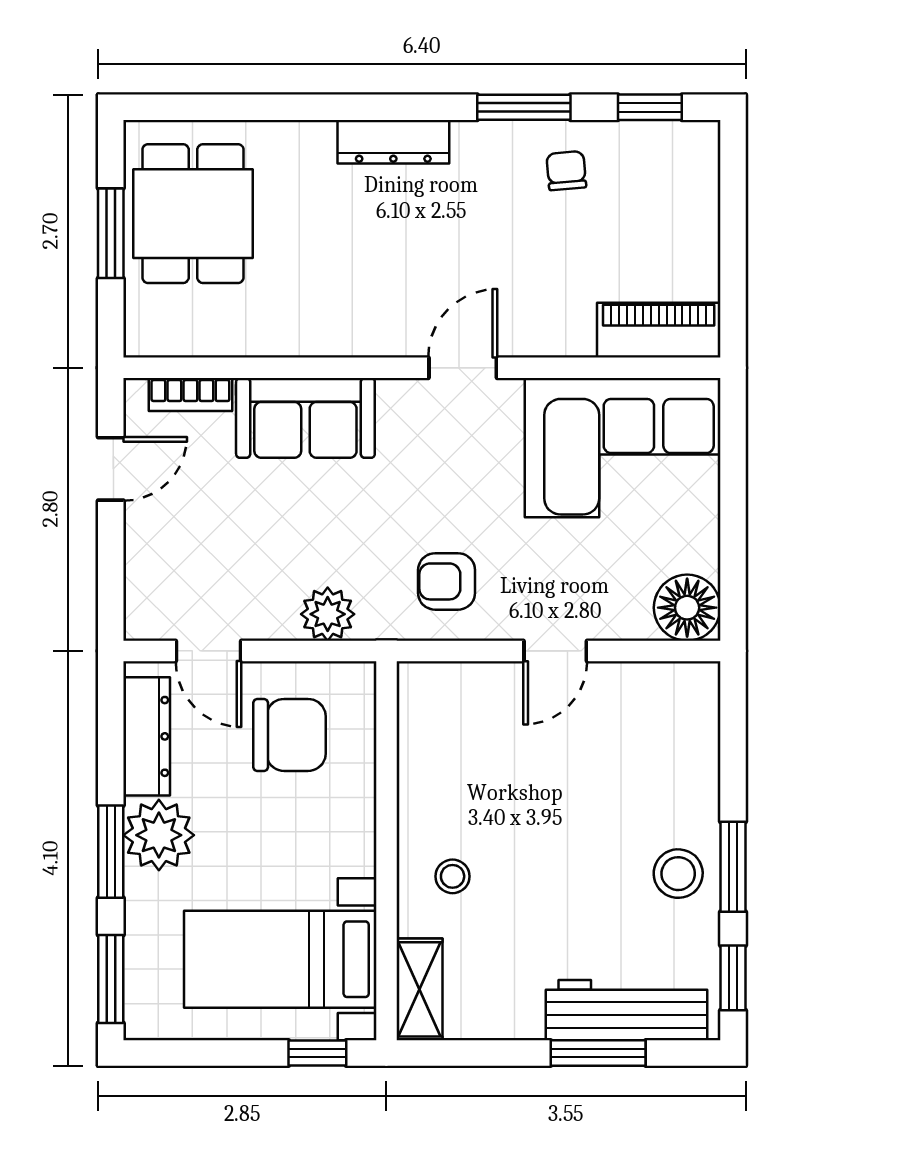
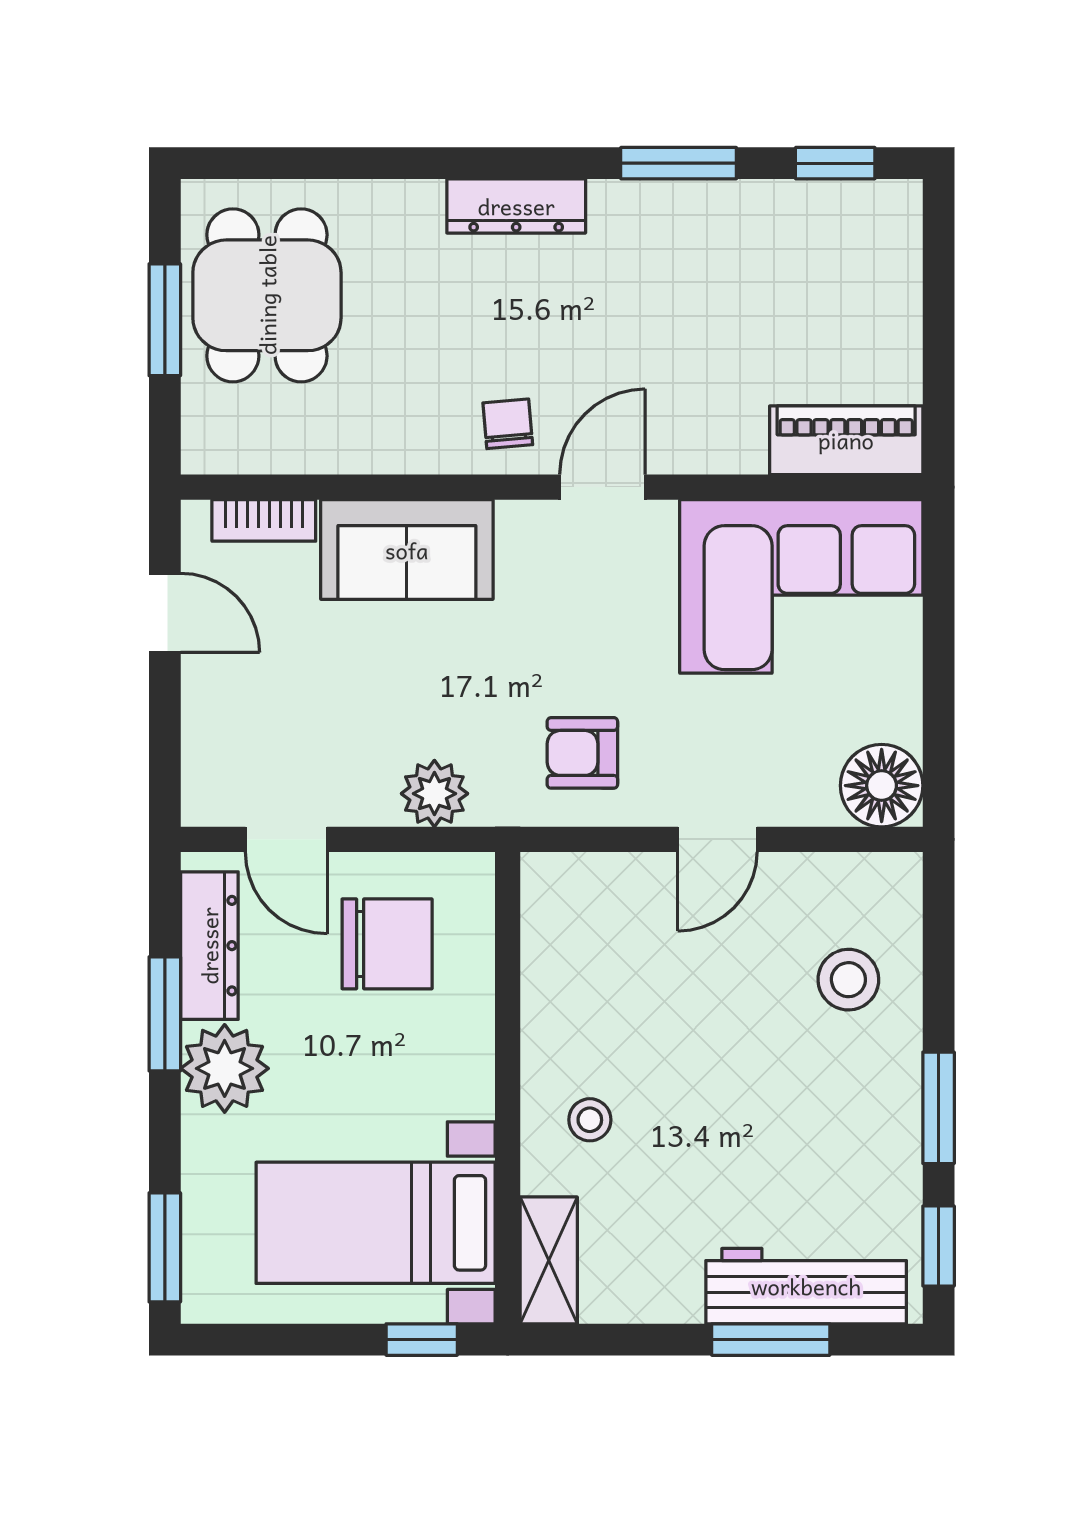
chair: (566, 171) -> (508, 424), moved
door: (111, 469) -> (165, 613), hinge flipped
window: (111, 852) -> (165, 1014), moved
stool: (678, 874) -> (848, 980), moved

